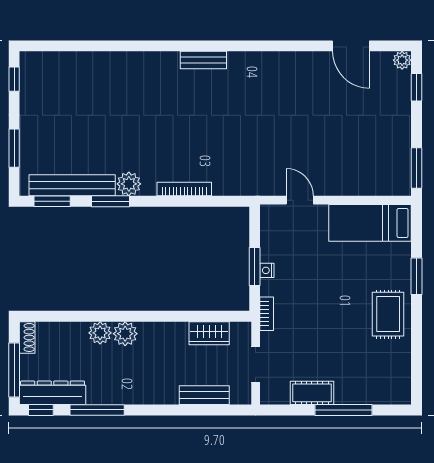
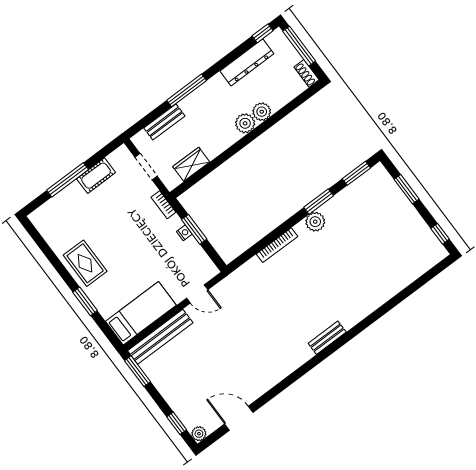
bench: (72, 185) -> (160, 337), moved
dresser: (53, 393) -> (247, 62), moved
window: (97, 410) -> (187, 90), moved

